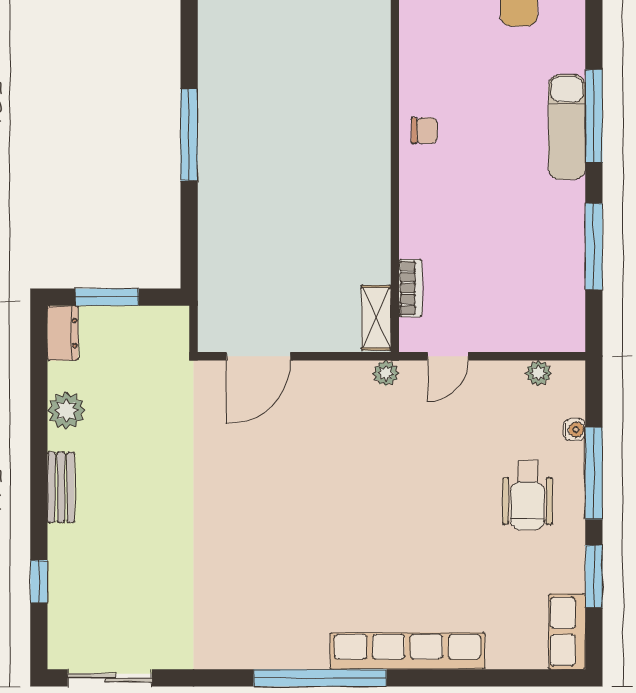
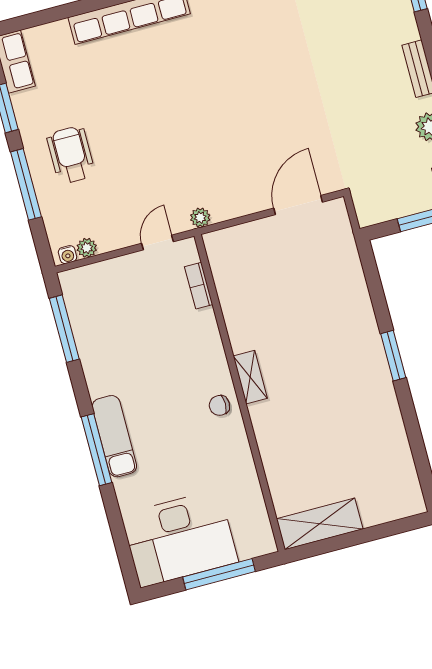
window: (189, 135) -> (393, 356), width x0.69
window: (594, 247) -> (64, 329), moved
shelving: (376, 318) -> (250, 377), moved
water cooler: (574, 430) -> (68, 255), moved, turned -90

